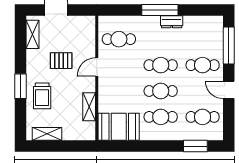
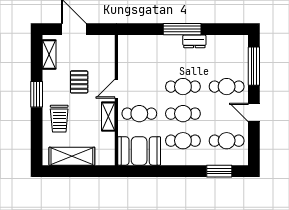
cafe table: (119, 39) -> (139, 114), moved
pallet: (61, 61) -> (79, 82), turned 90
window: (21, 86) -> (37, 94), moved
shelving: (89, 107) -> (108, 117), moved
shelving: (47, 134) -> (72, 156), width x1.50, depth x1.33

